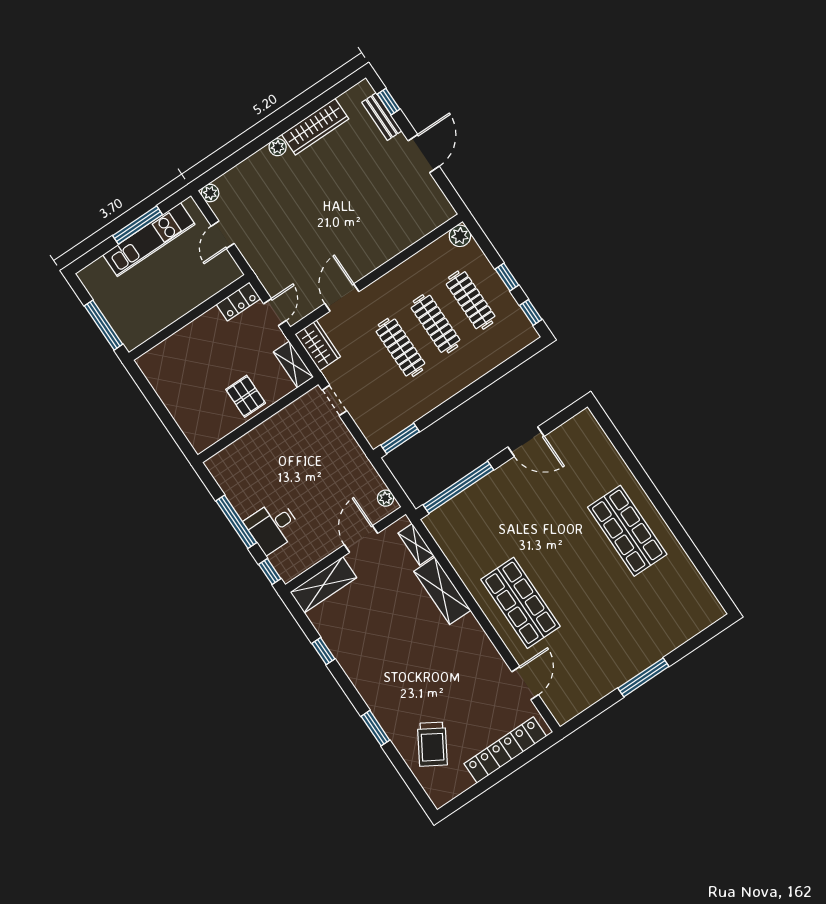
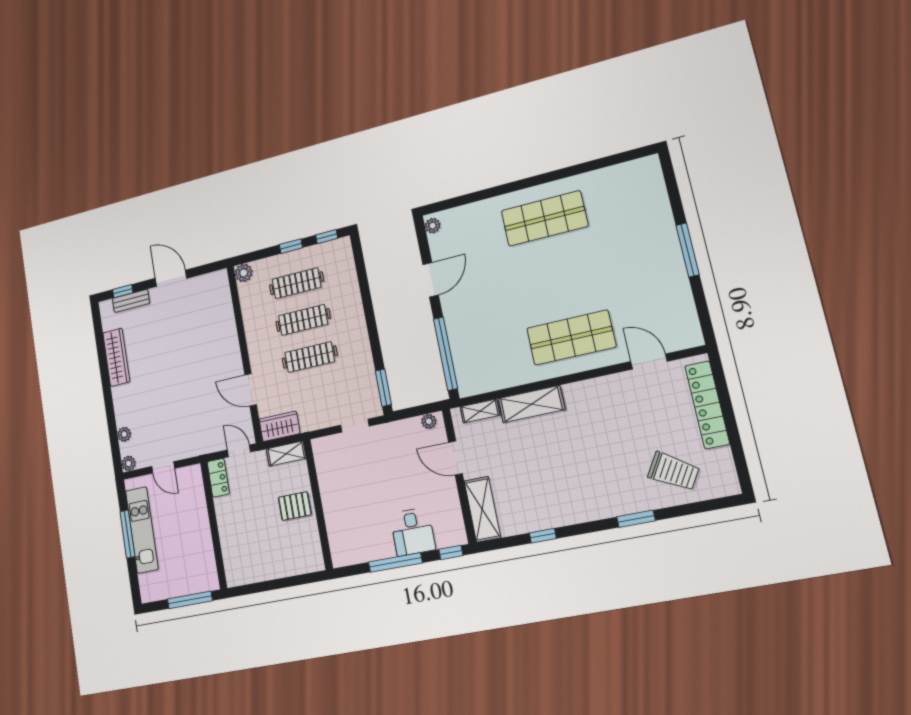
plant: (278, 147) -> (124, 434), moved
doorway: (334, 400) -> (355, 426), moved
plant: (581, 421) -> (433, 226), added

